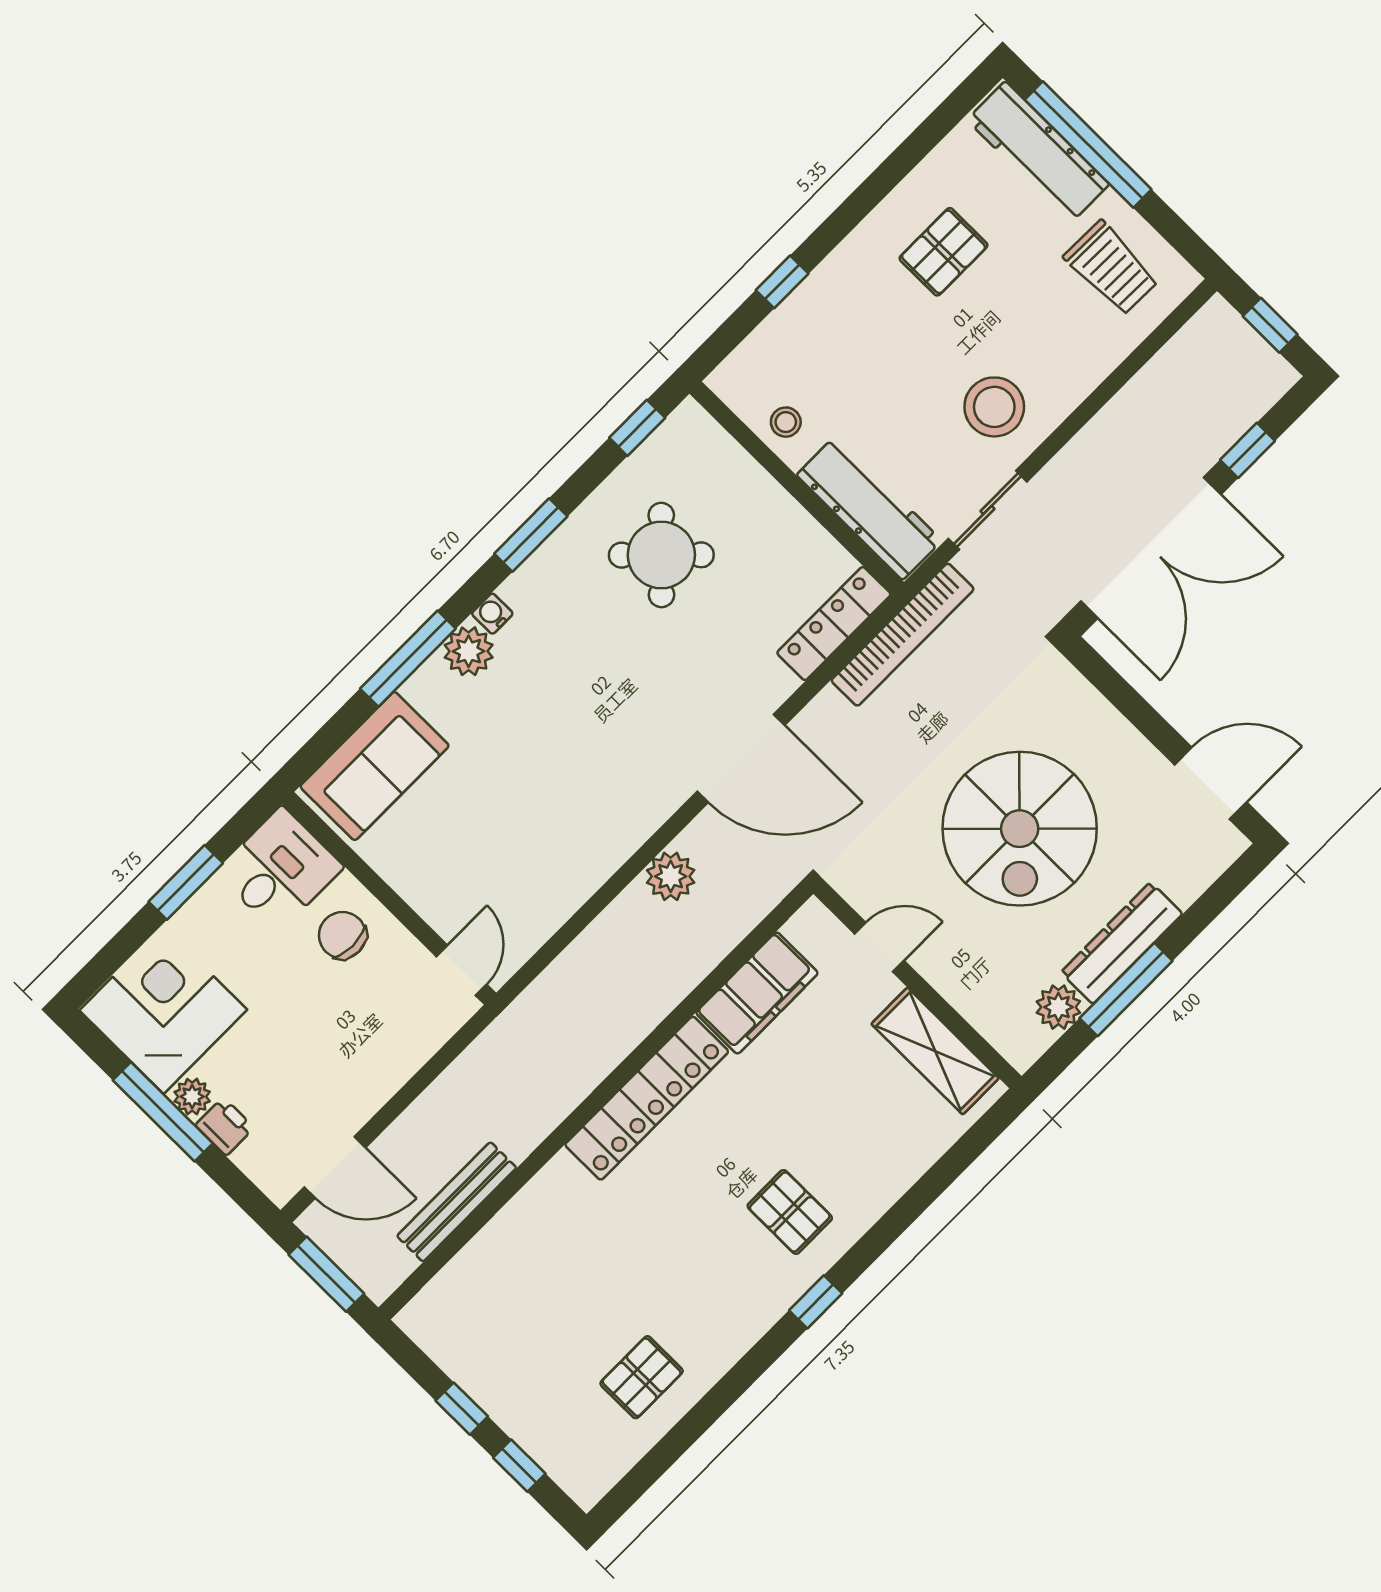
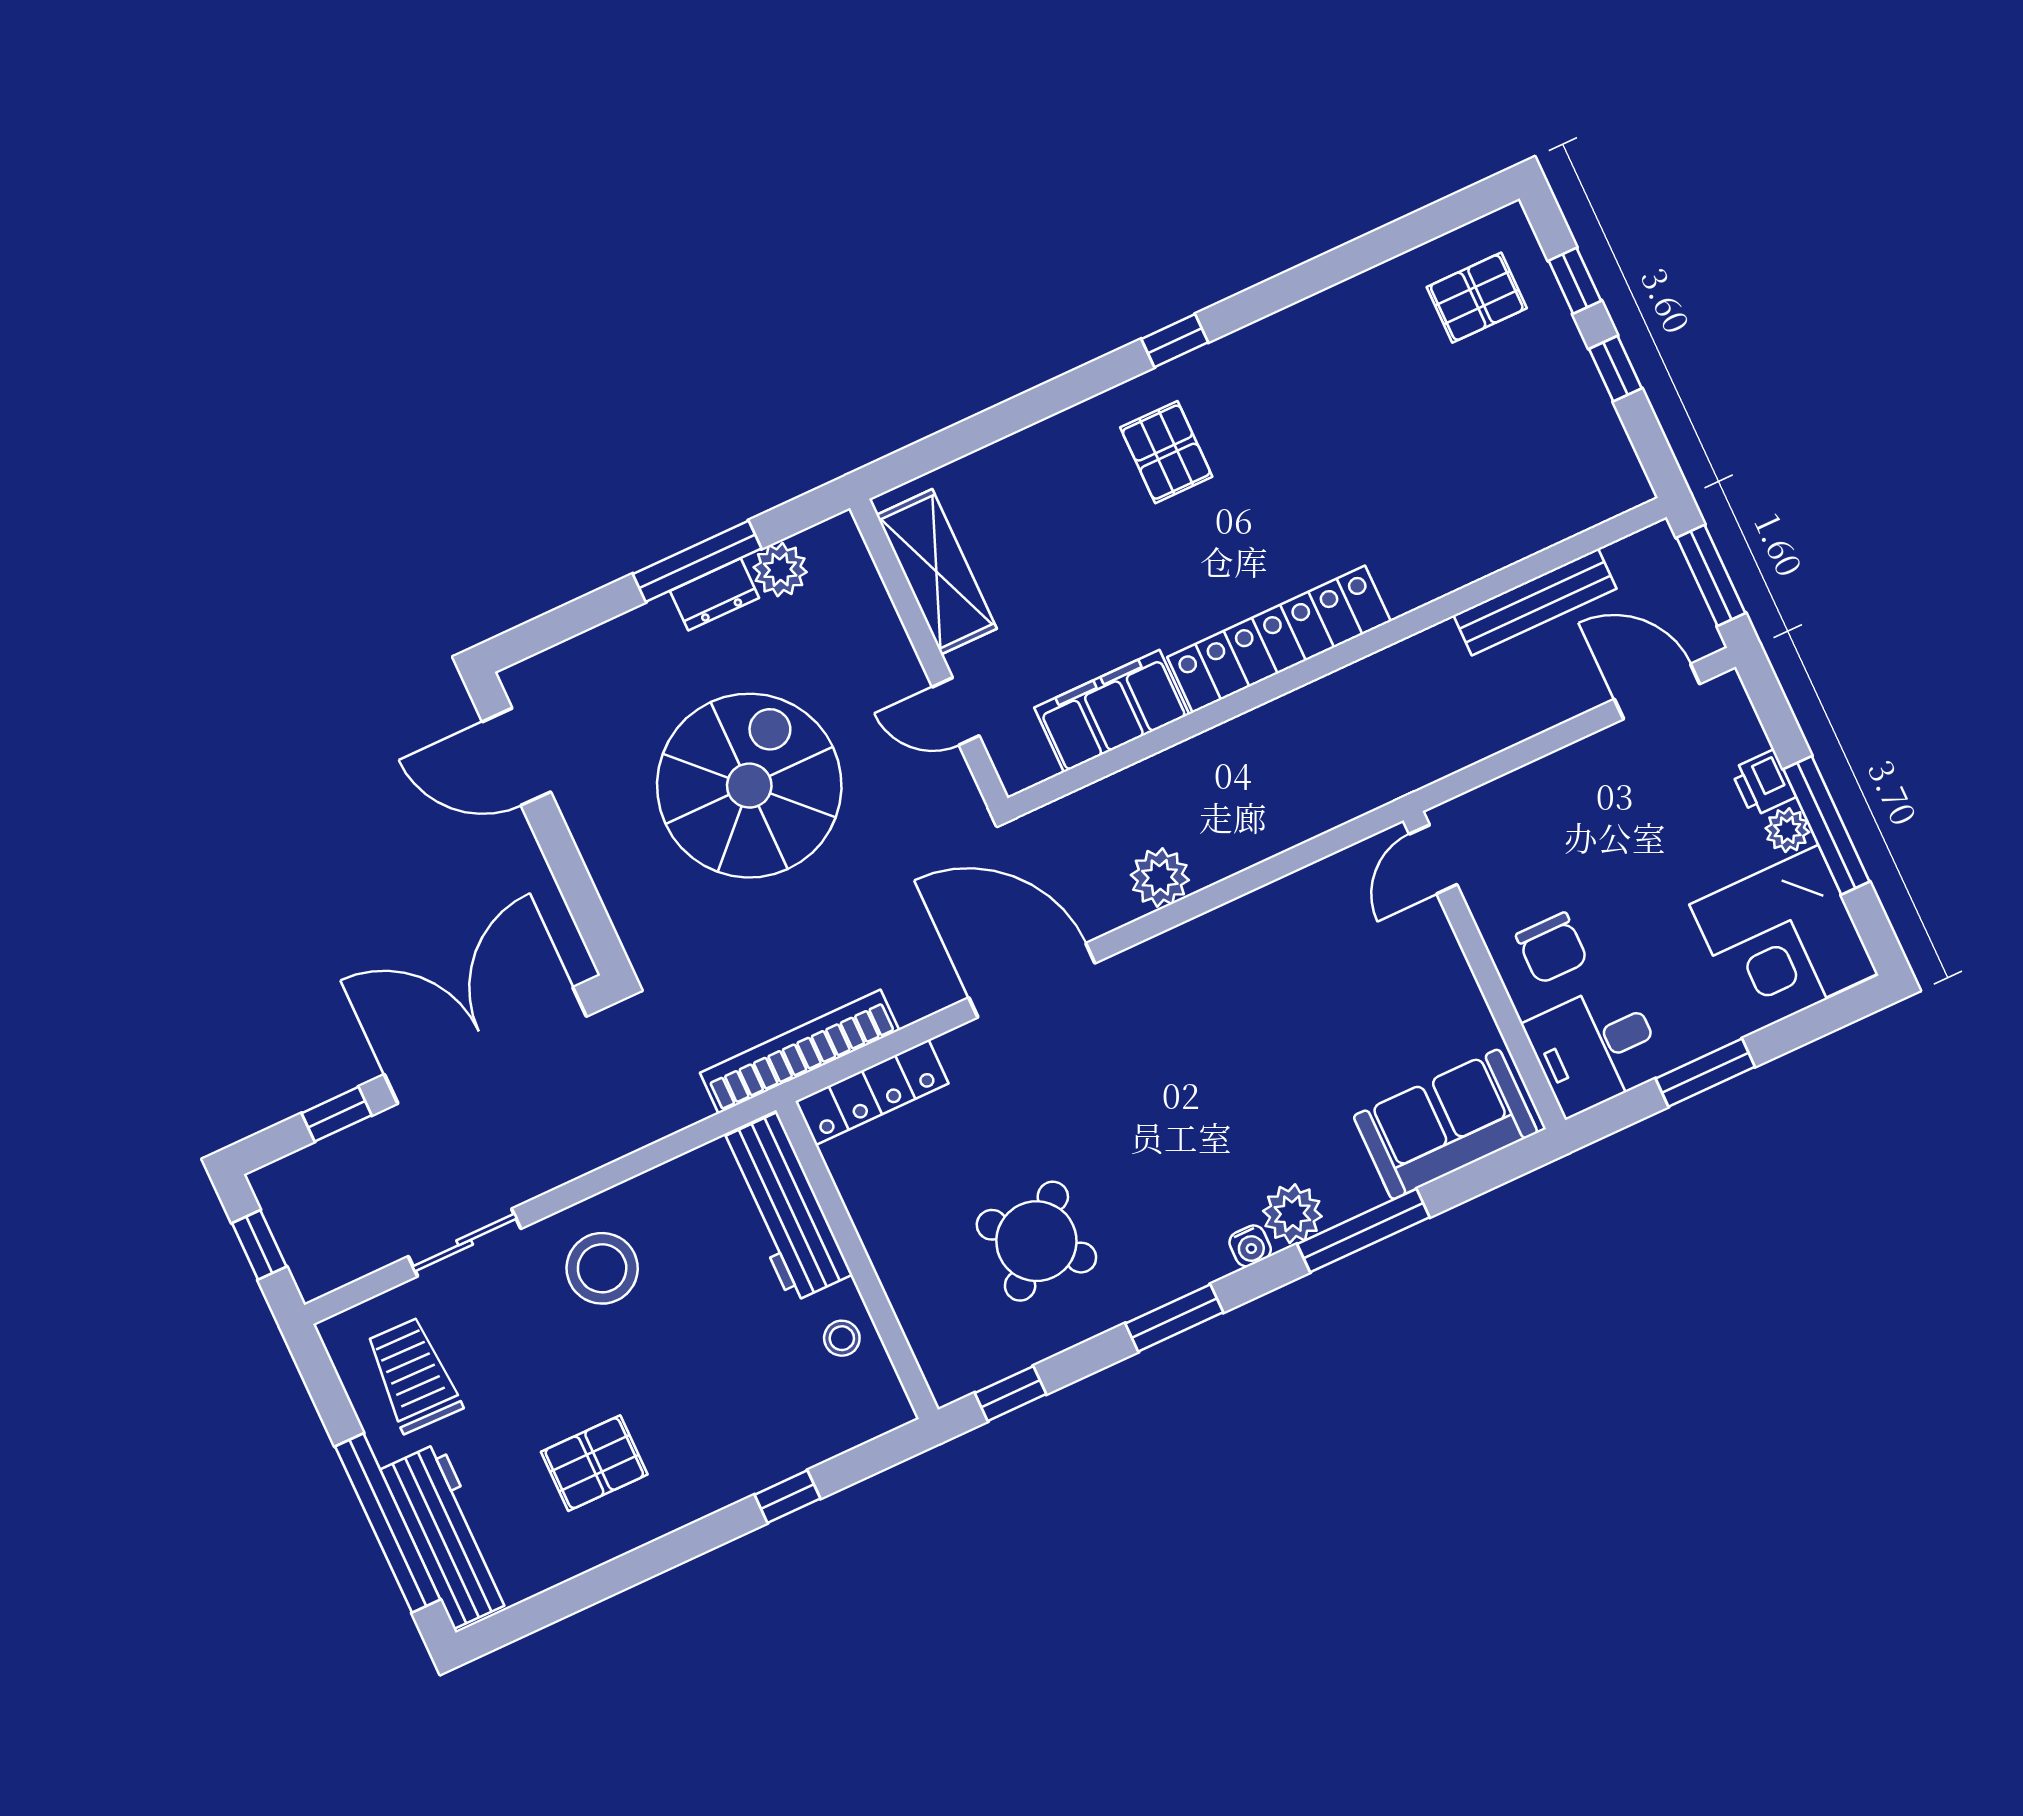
sliding door: (988, 510) -> (465, 1242), moved
dresser: (1122, 943) -> (714, 594), width x0.51, depth x0.80
pallet: (642, 1377) -> (1477, 298), moved

